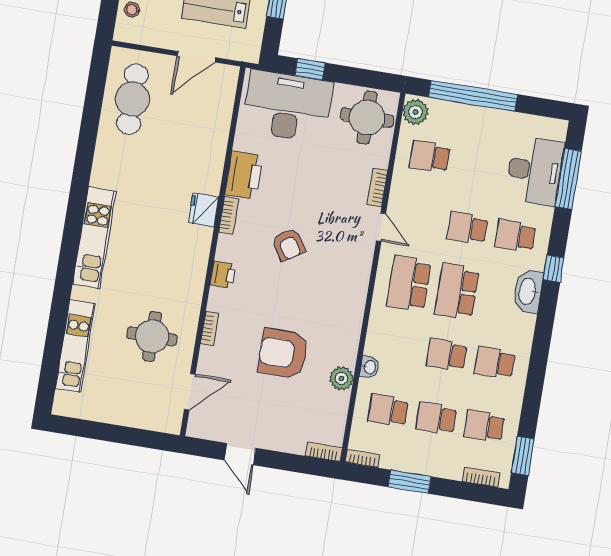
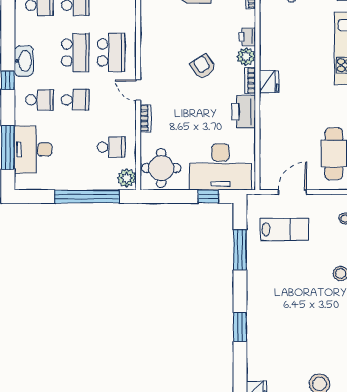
plant: (229, 249) -> (246, 57), added

